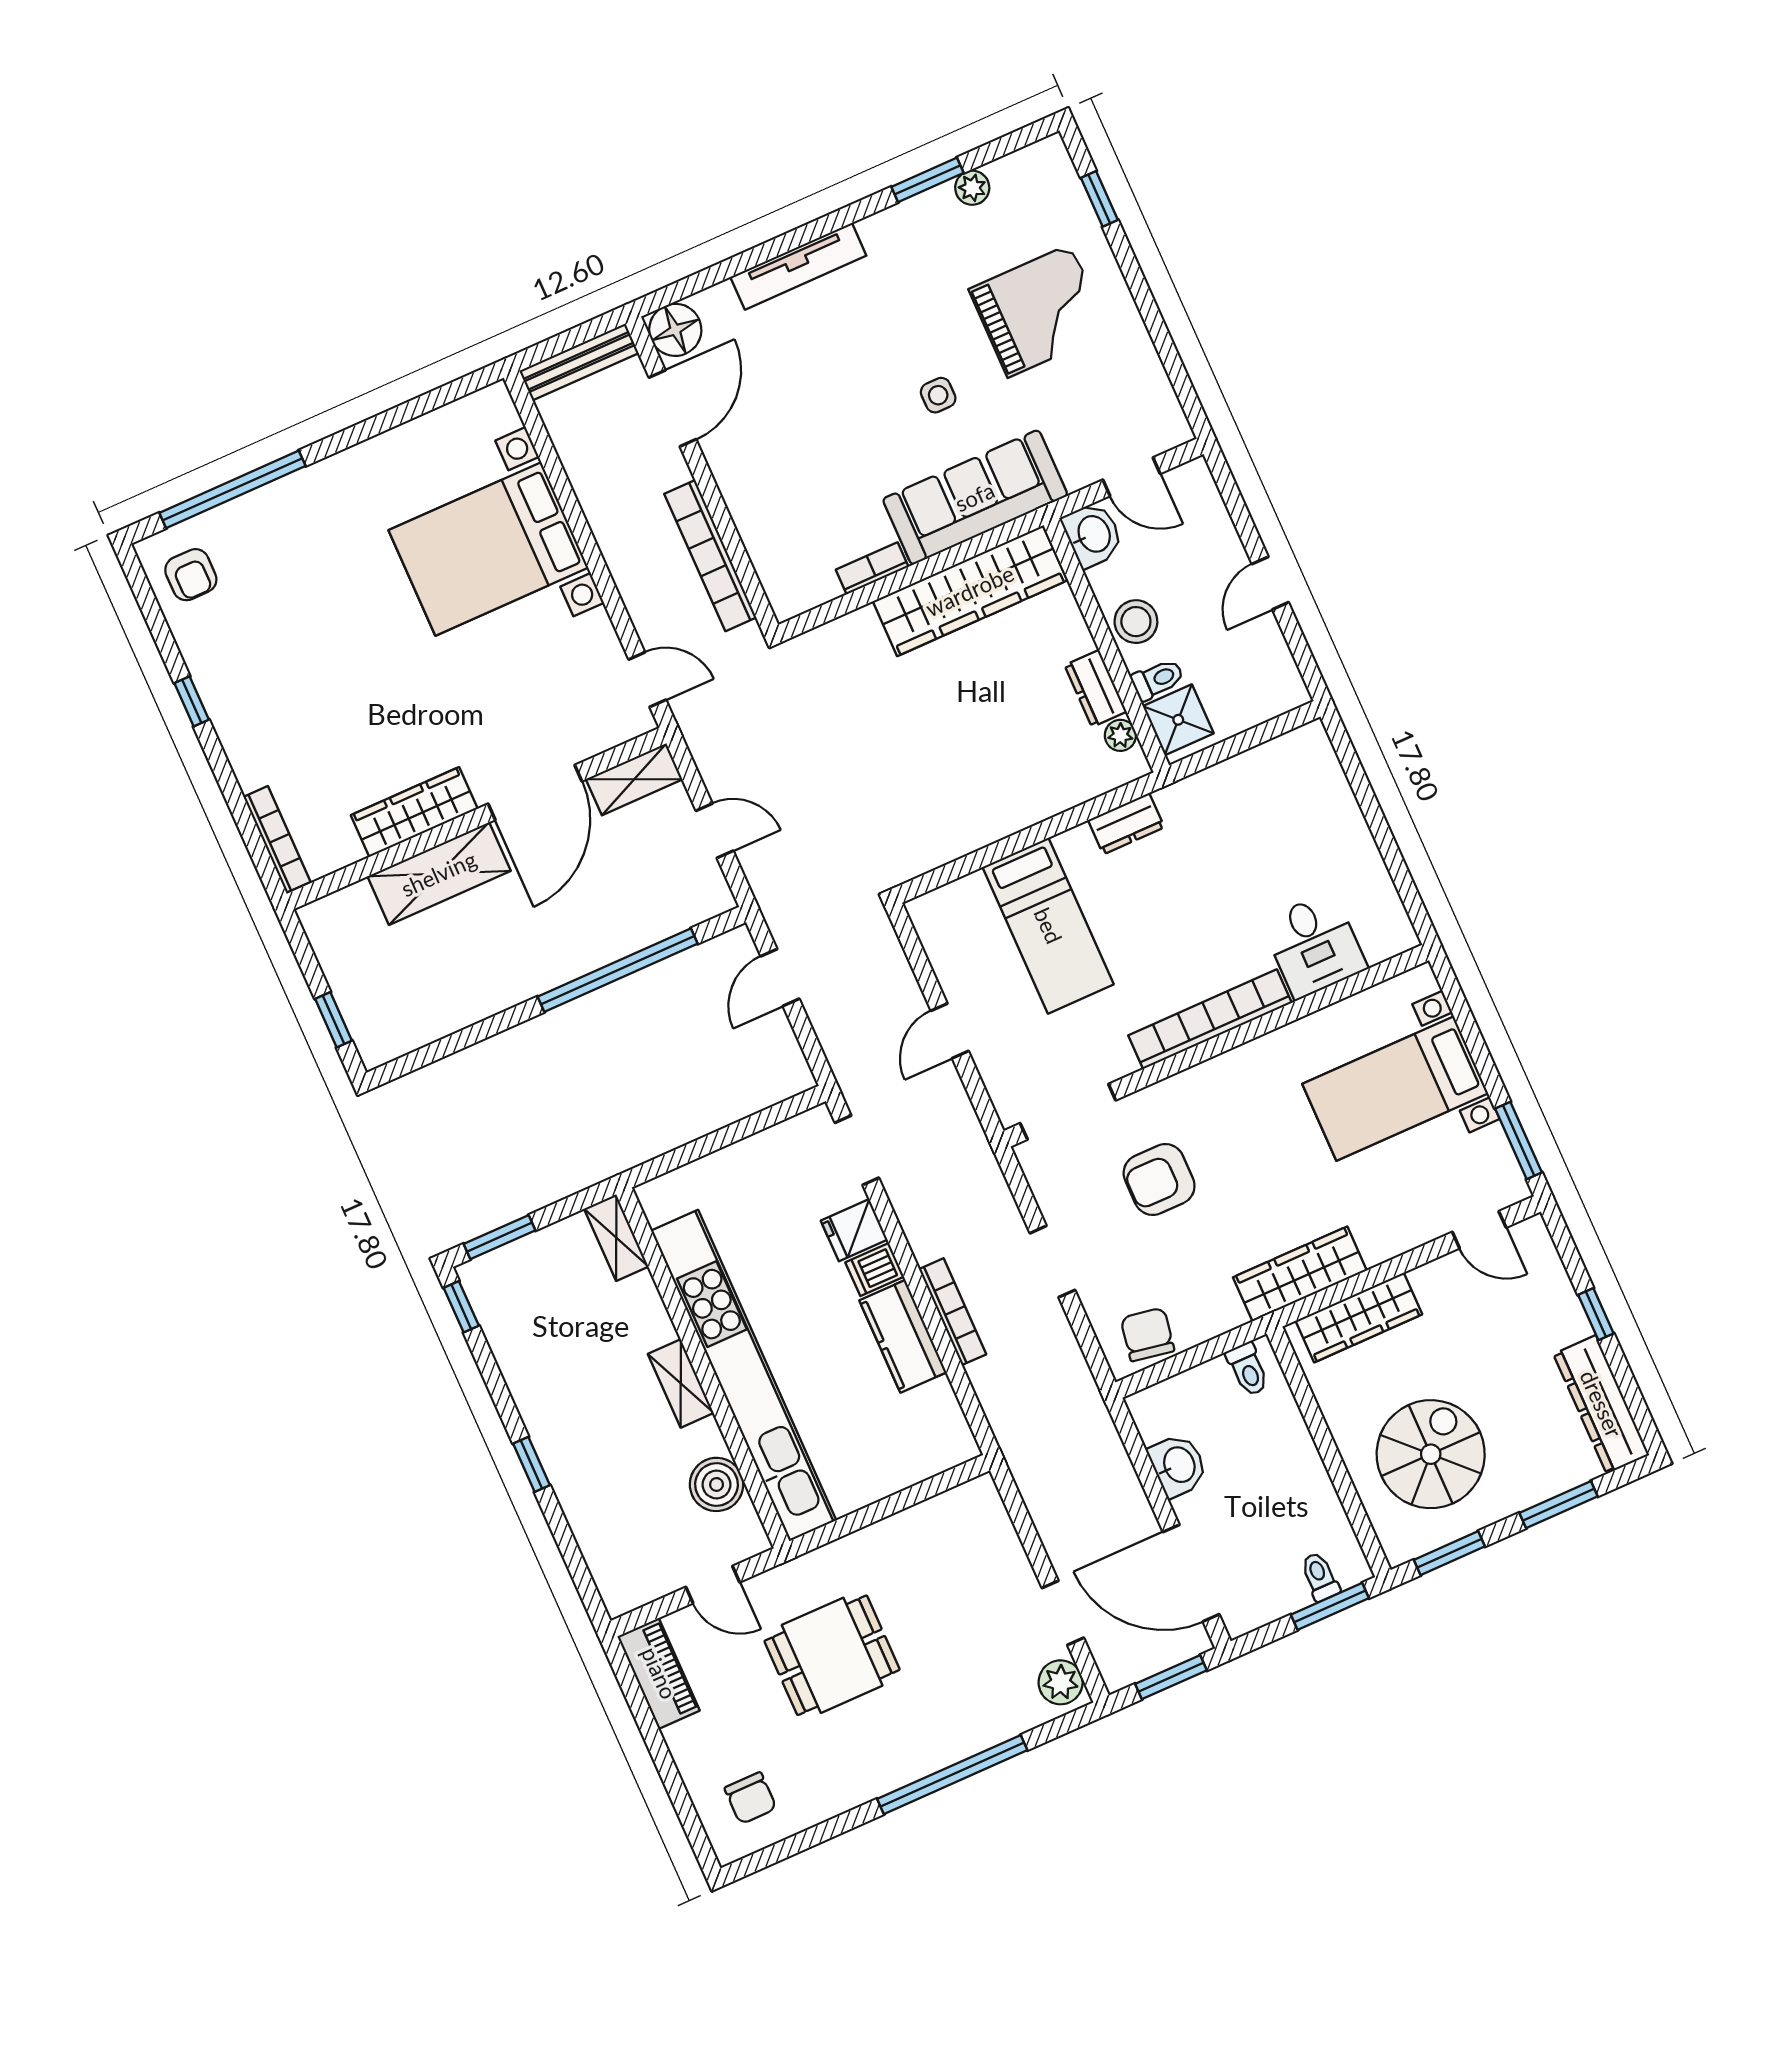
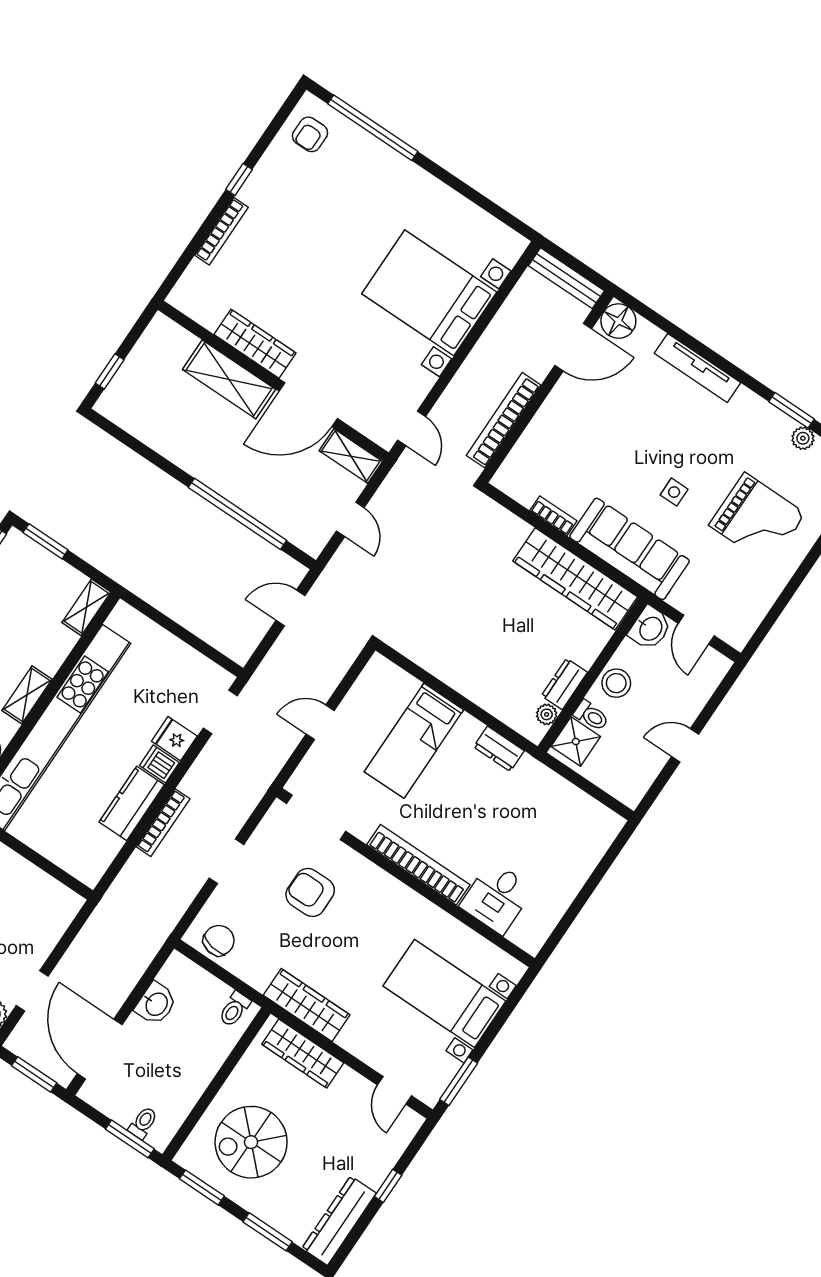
bookcase: (277, 839) -> (222, 231), moved
spiral stairs: (1431, 1454) -> (251, 1142), turned 180

